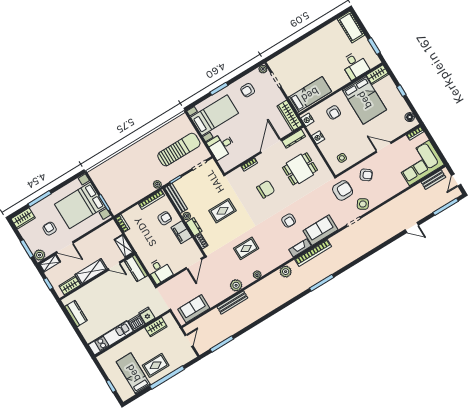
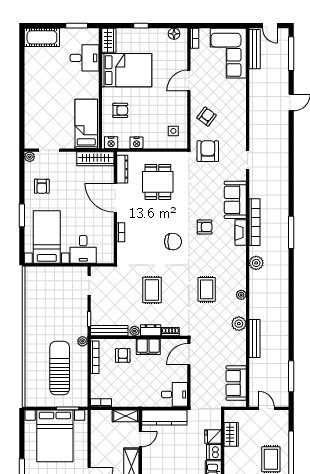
sun lounger: (179, 150) -> (60, 368), moved
bench: (433, 180) -> (255, 49), width x1.36
chair: (266, 189) -> (173, 242), moved, turned 90
side table: (363, 204) -> (235, 139), removed
door: (194, 264) -> (189, 354), swing flipped
kitchen counter: (136, 268) -> (164, 418), width x1.50

